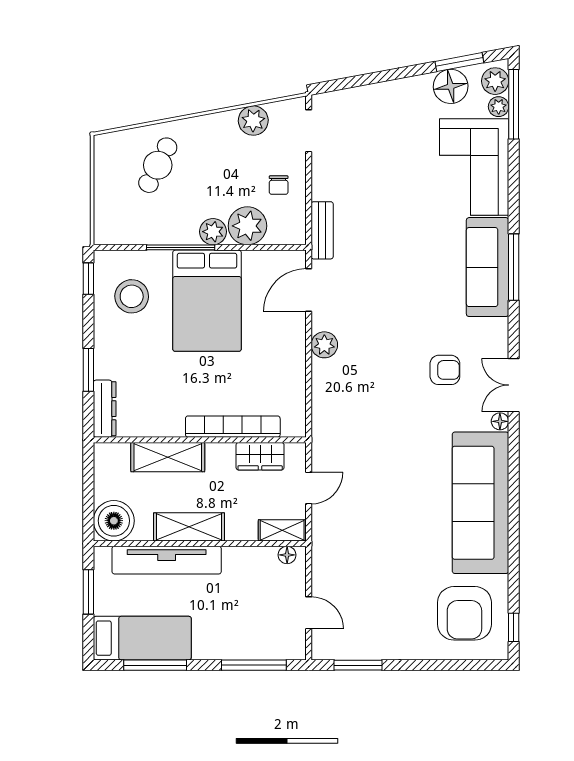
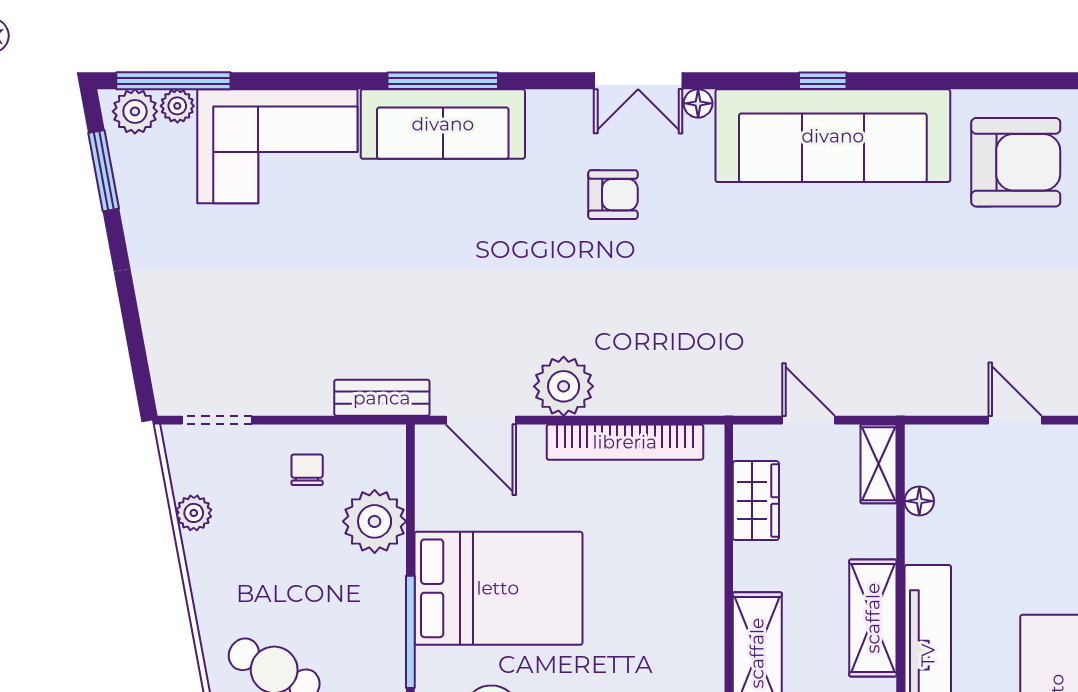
floor lamp: (451, 86) -> (144, 185), removed
plant: (253, 121) -> (194, 513), width x0.73, depth x0.73
chair: (279, 185) -> (307, 470), turned -90
plant: (213, 232) -> (384, 578), removed
plant: (324, 345) -> (564, 386), width x1.36, depth x1.36
armchair: (445, 370) -> (613, 195), turned 90
bookcase: (233, 427) -> (625, 442), moved, turned -90
floor lamp: (287, 555) -> (919, 501), moved
door: (309, 613) -> (1015, 420), hinge flipped
window: (514, 627) -> (823, 81), moved

